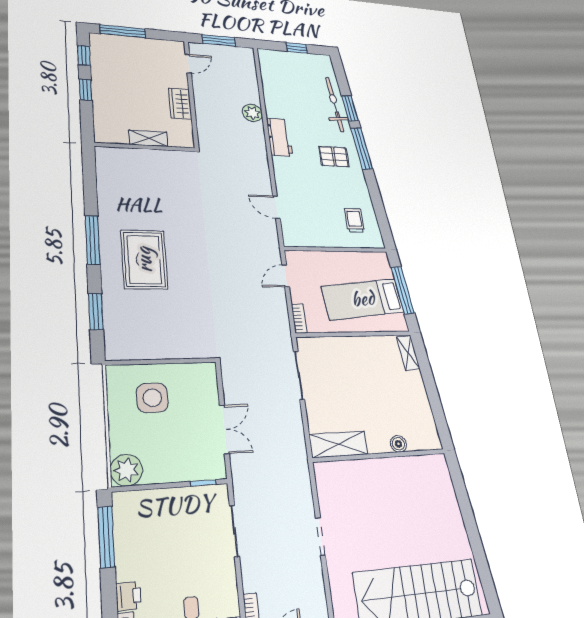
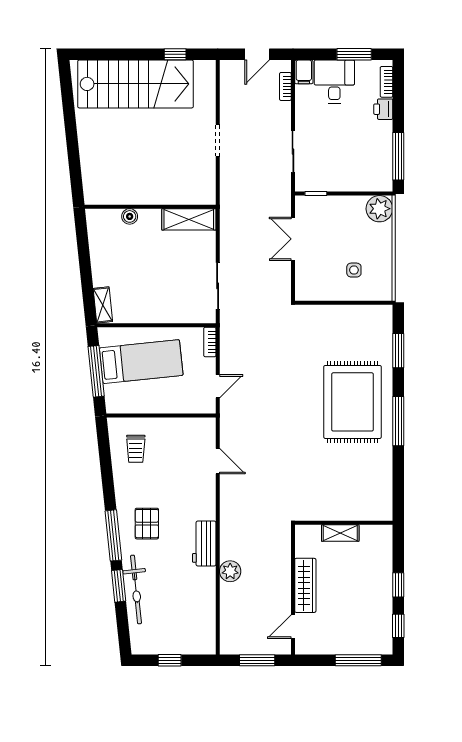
wardrobe: (180, 104) -> (305, 585), width x1.50
pallet: (334, 157) -> (147, 524), turned 90
rug: (144, 260) -> (353, 402), width x1.37, depth x1.44
side table: (152, 398) -> (354, 270), width x0.54, depth x0.54

